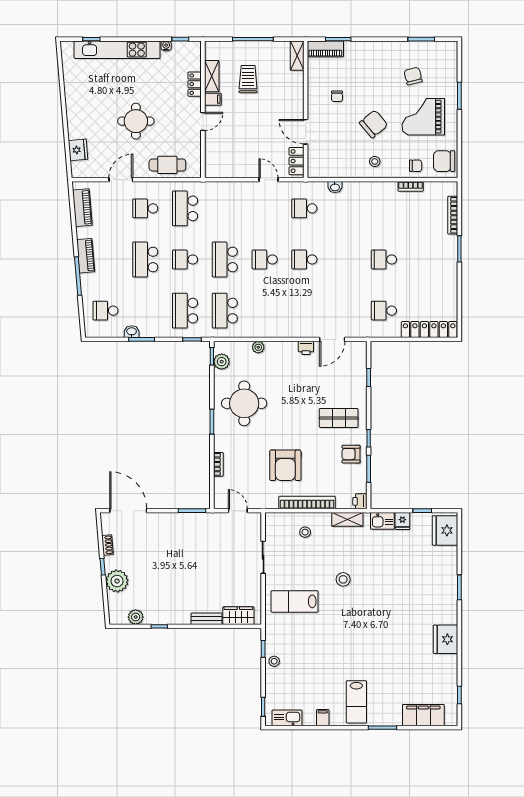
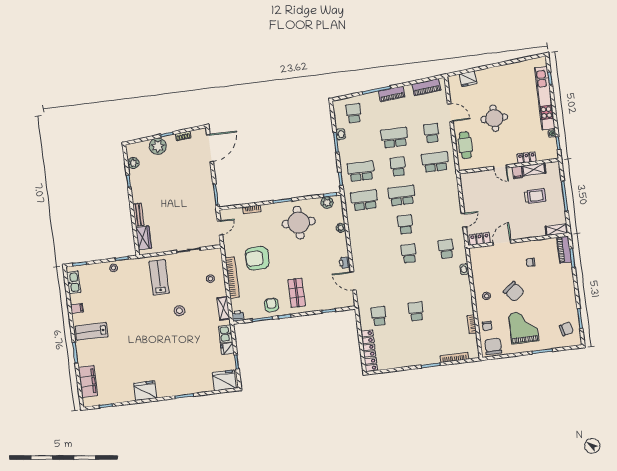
chair: (413, 76) -> (566, 329), moved

